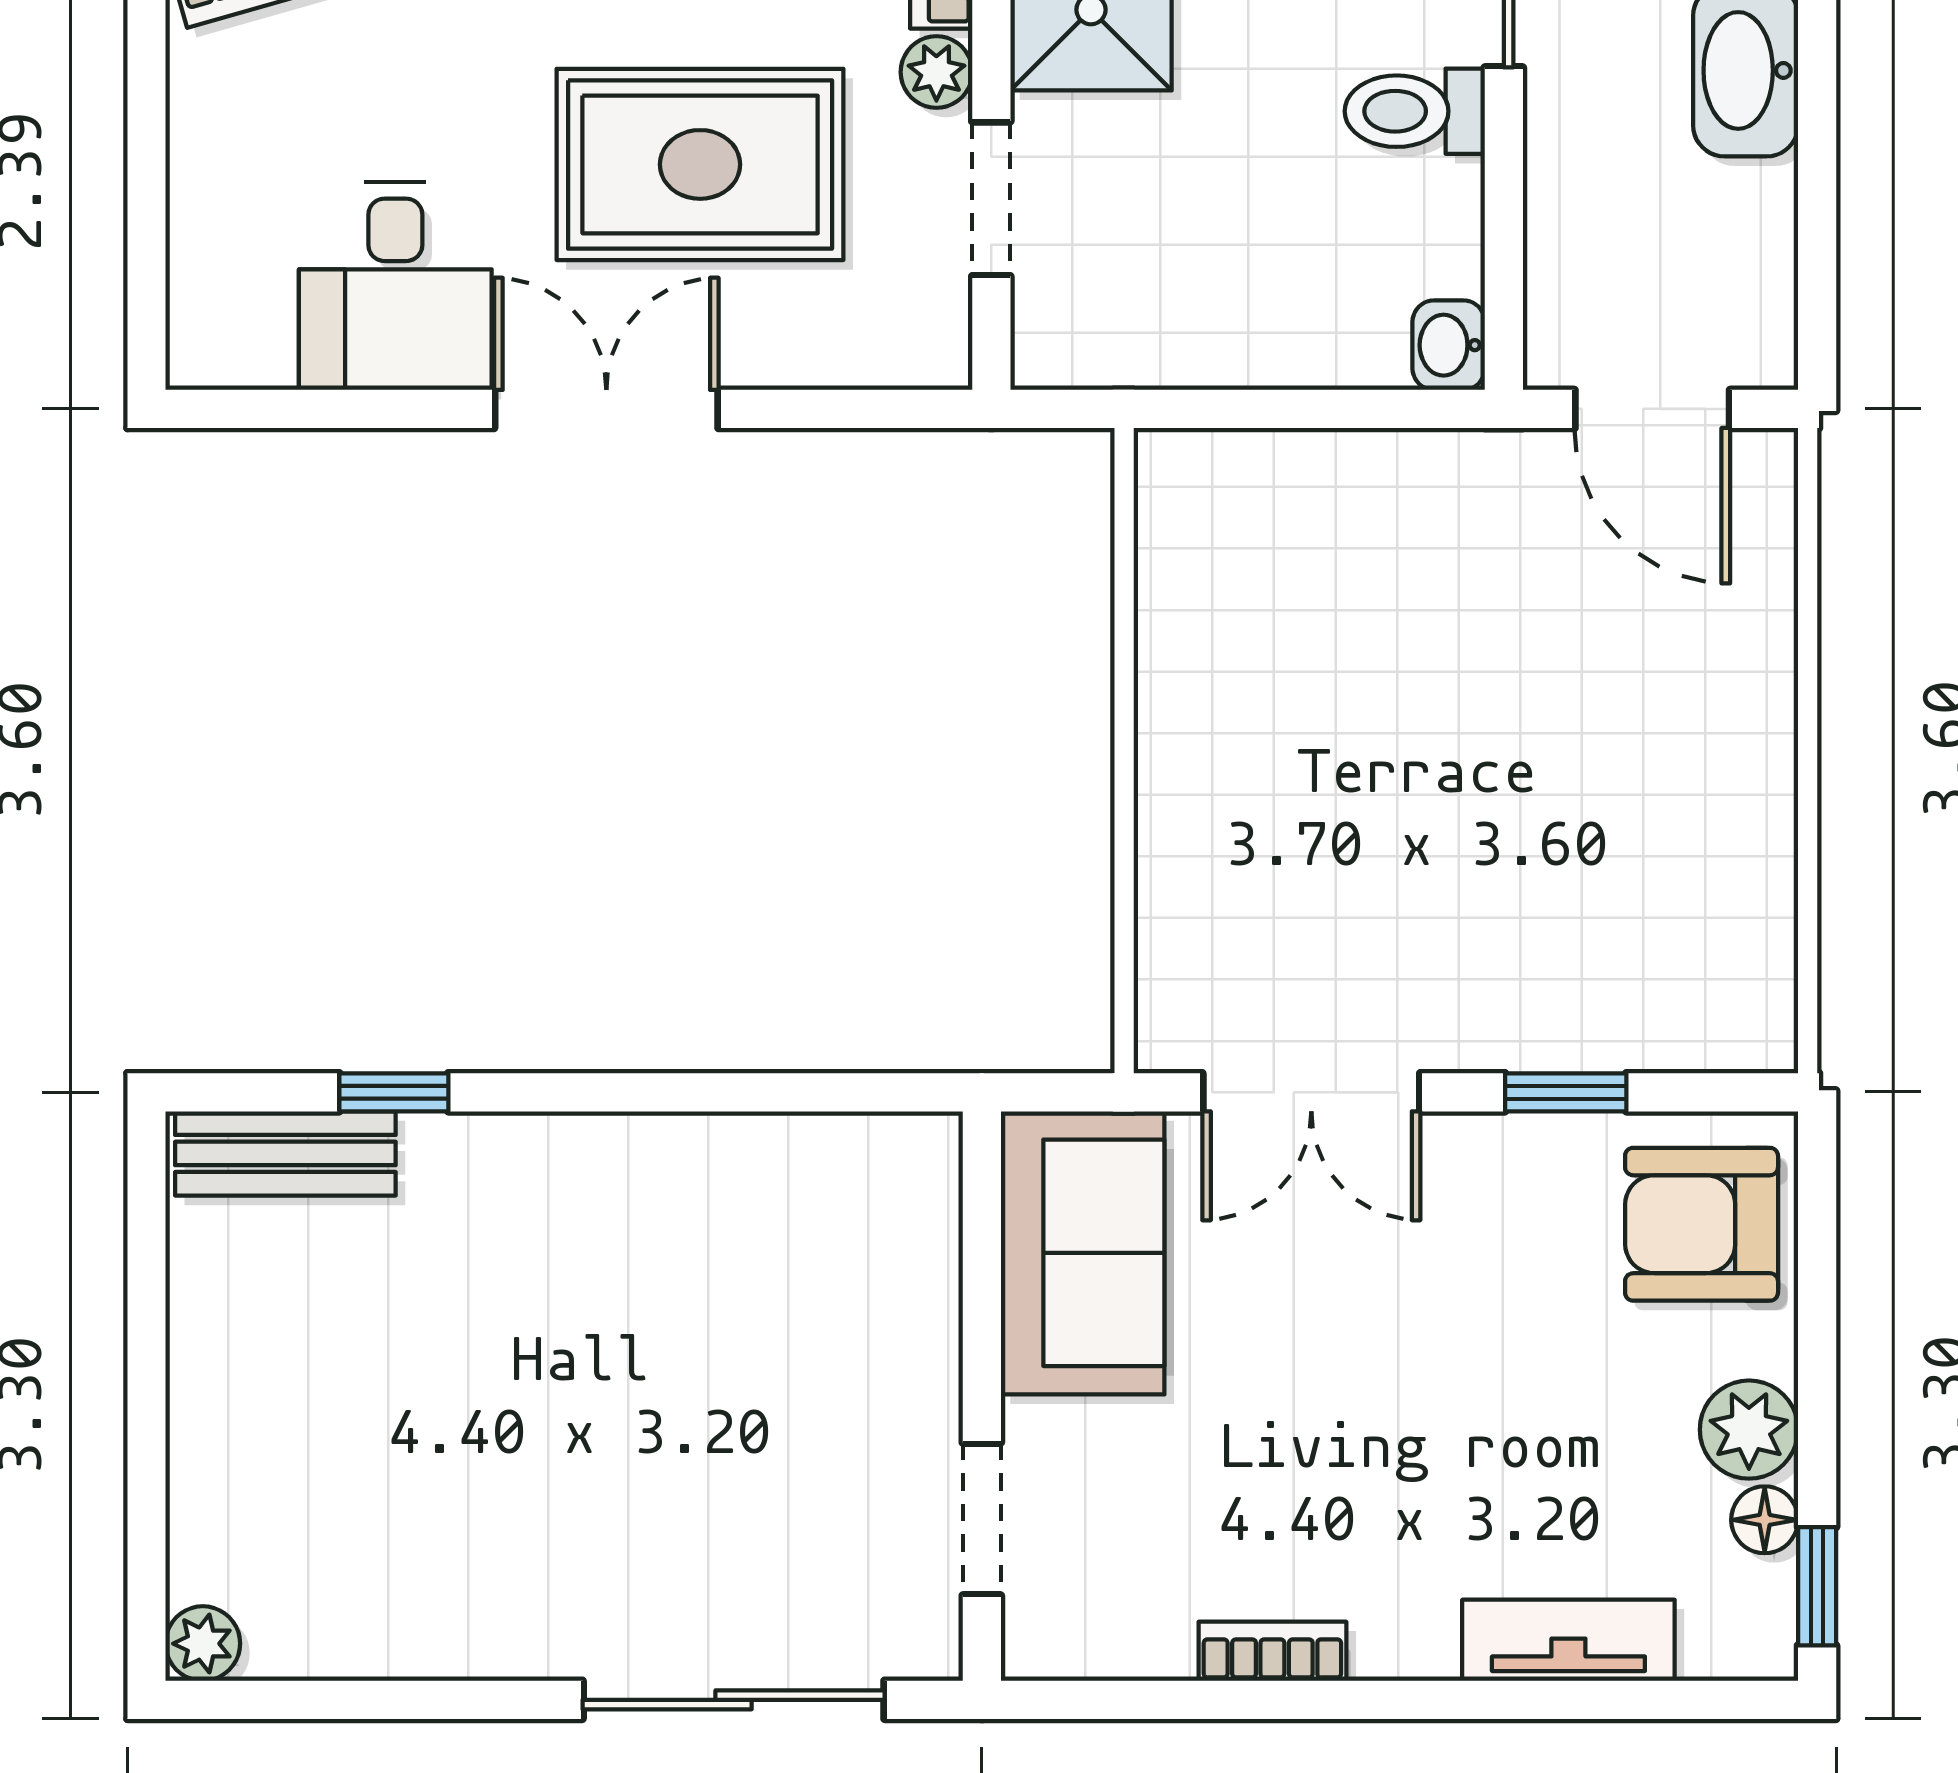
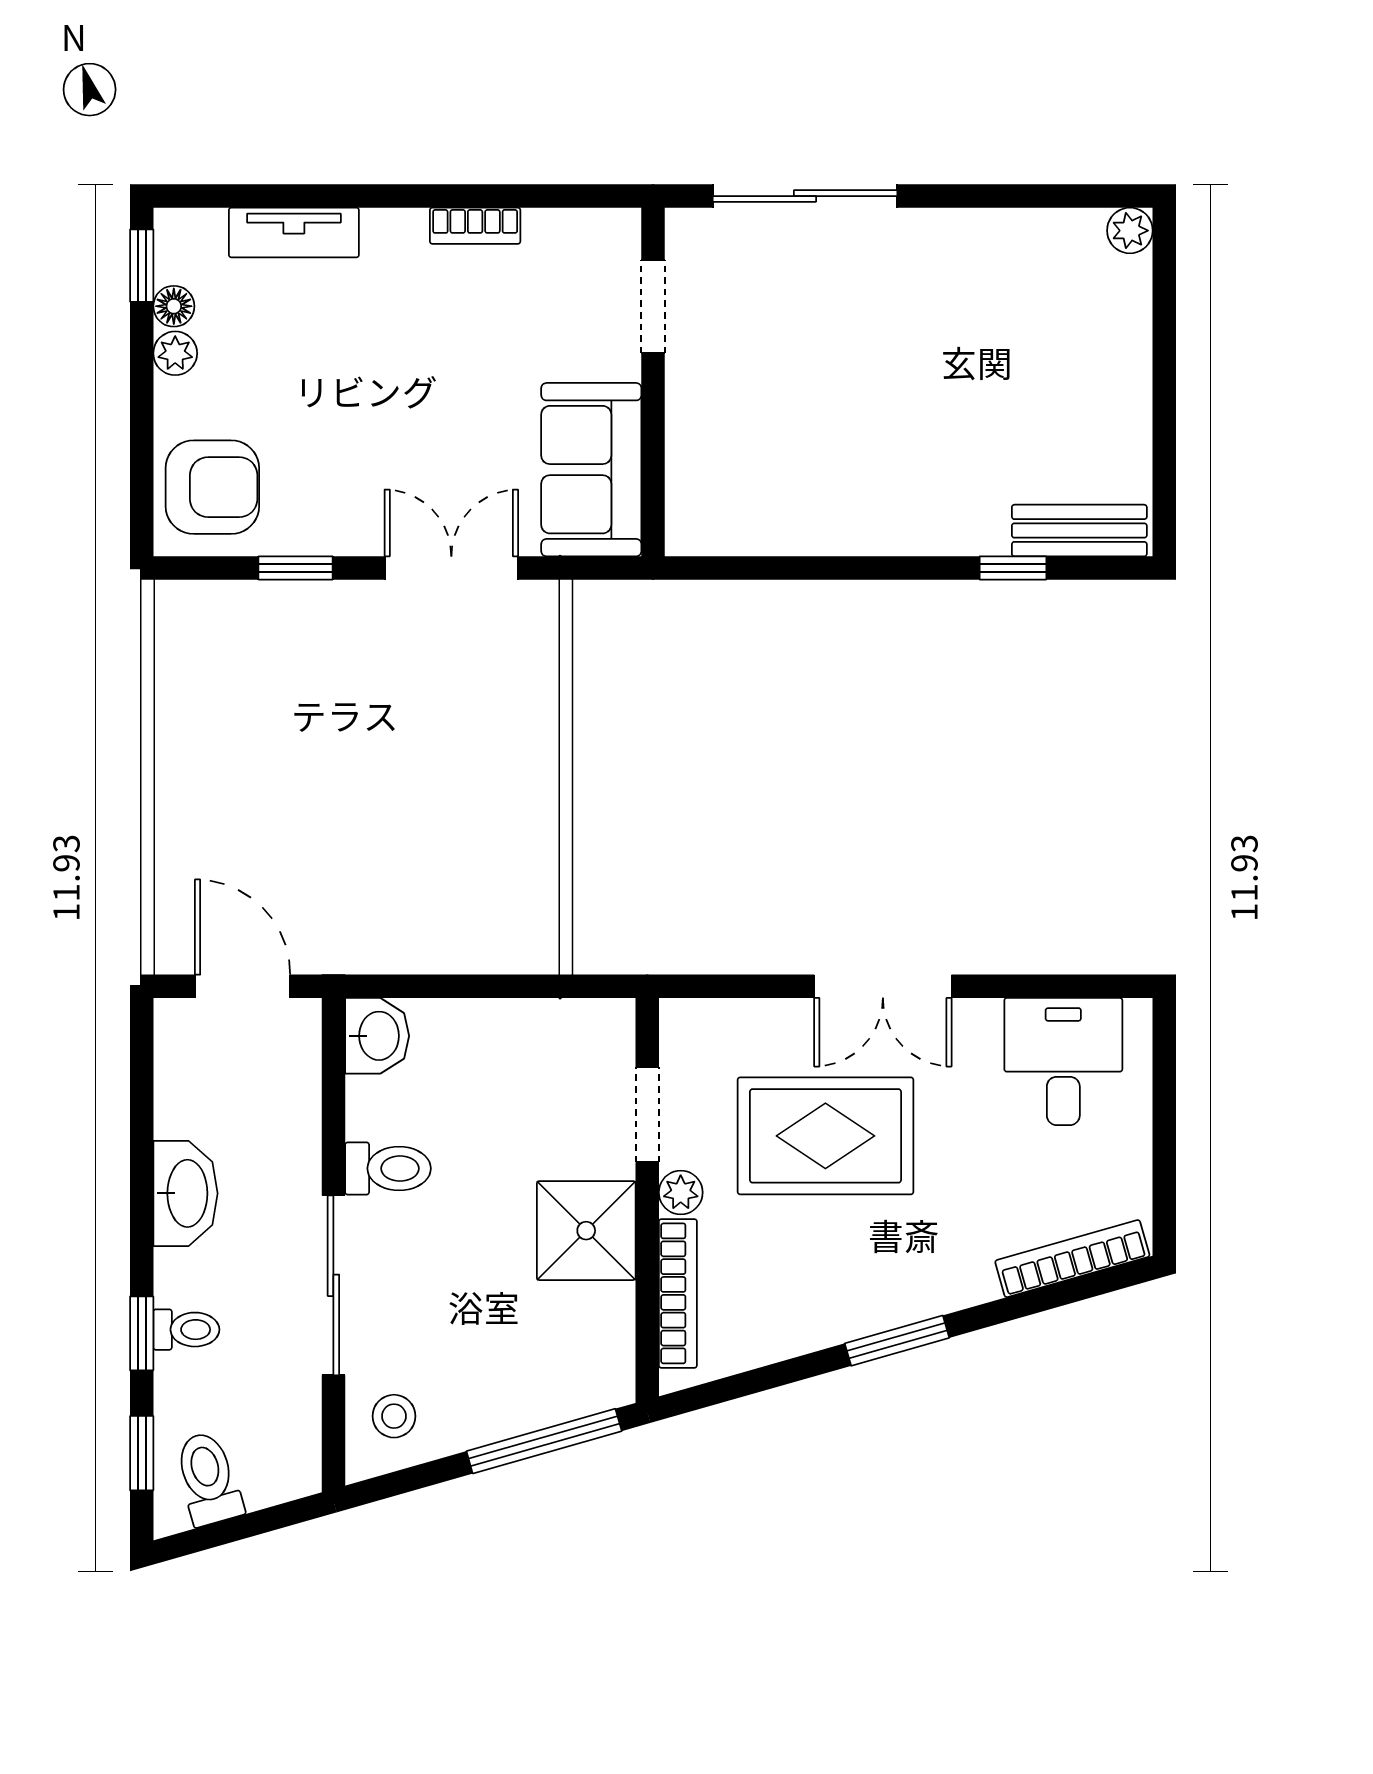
desk: (395, 286) -> (1063, 1062), moved
washbasin: (1449, 345) -> (377, 1036), width x1.38, depth x1.45
plant: (1749, 1430) -> (175, 353), width x0.73, depth x0.73

